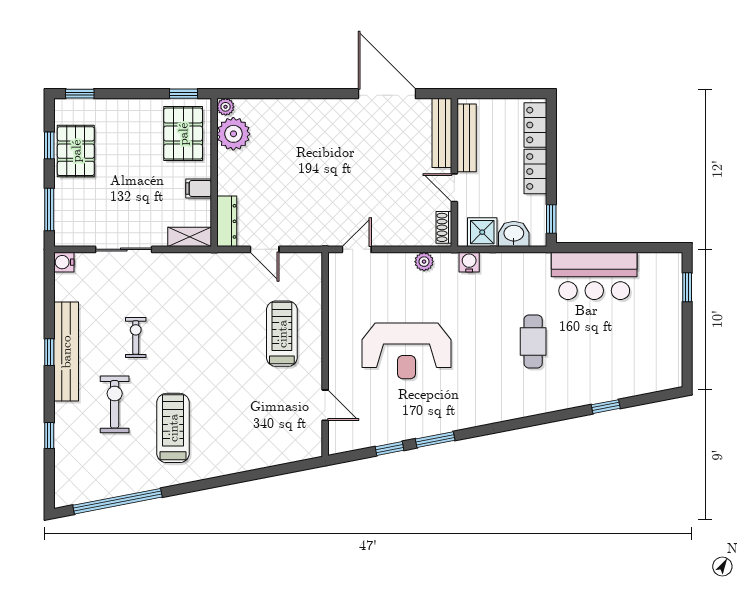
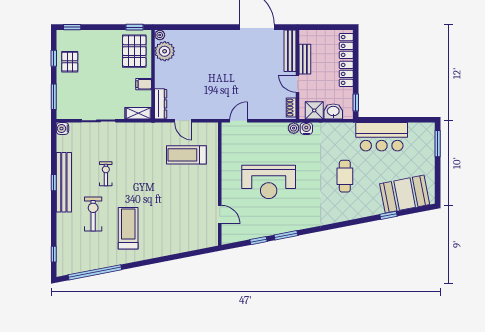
bench: (467, 138) -> (305, 59), width x0.73
pallet: (76, 151) -> (70, 62), width x0.67, depth x0.71
plant: (424, 262) -> (294, 128), moved
window: (687, 287) -> (438, 144), width x1.50
treadmill: (282, 334) -> (186, 155), moved, turned -90
booth: (633, 371) -> (405, 194), added
window: (49, 436) -> (54, 254), moved

